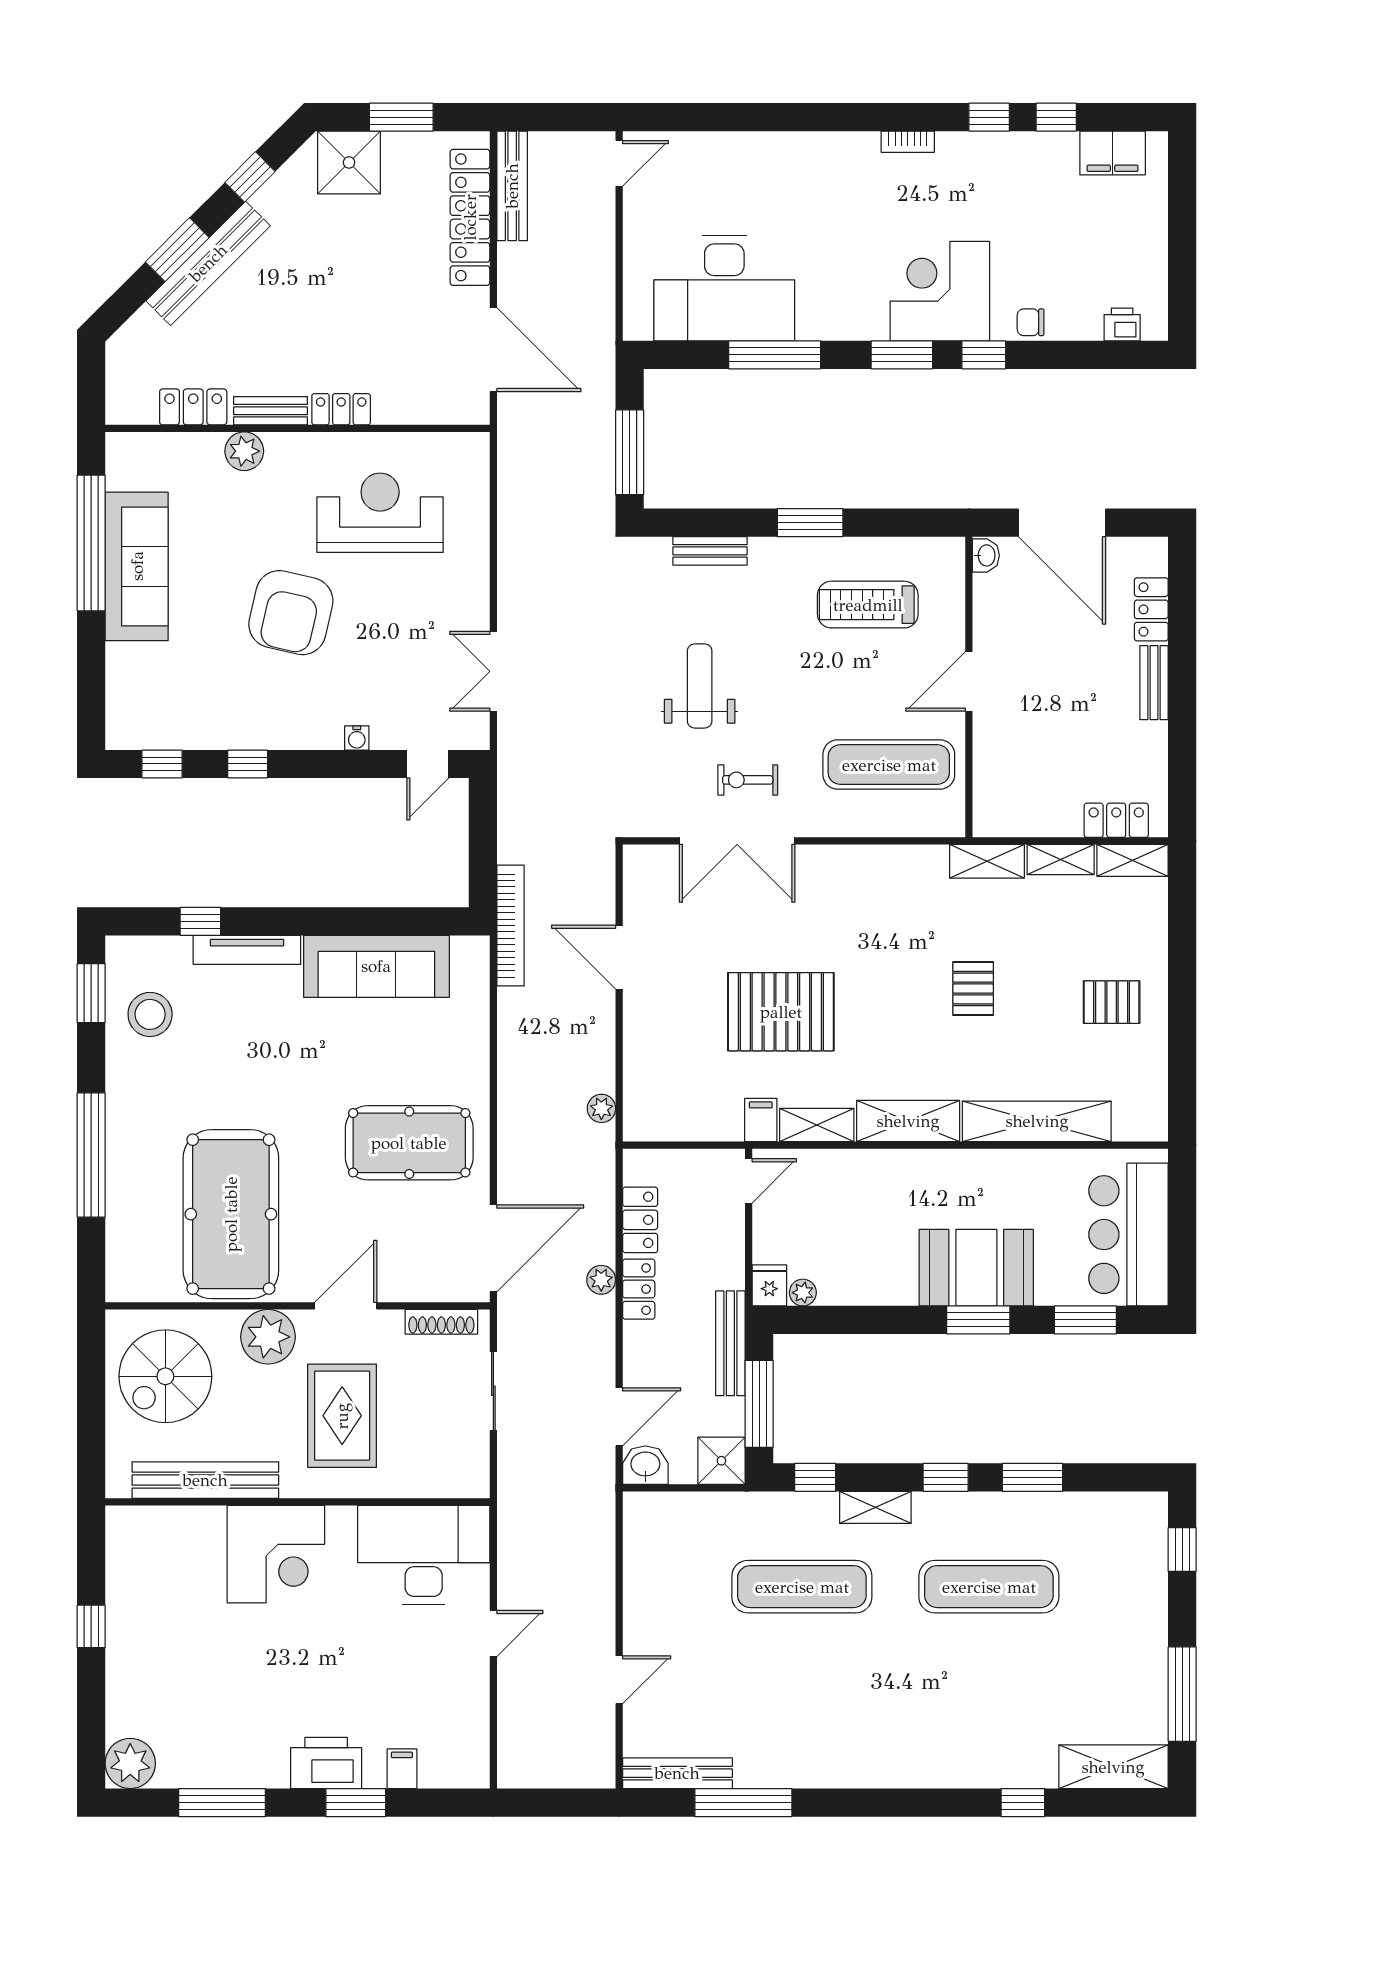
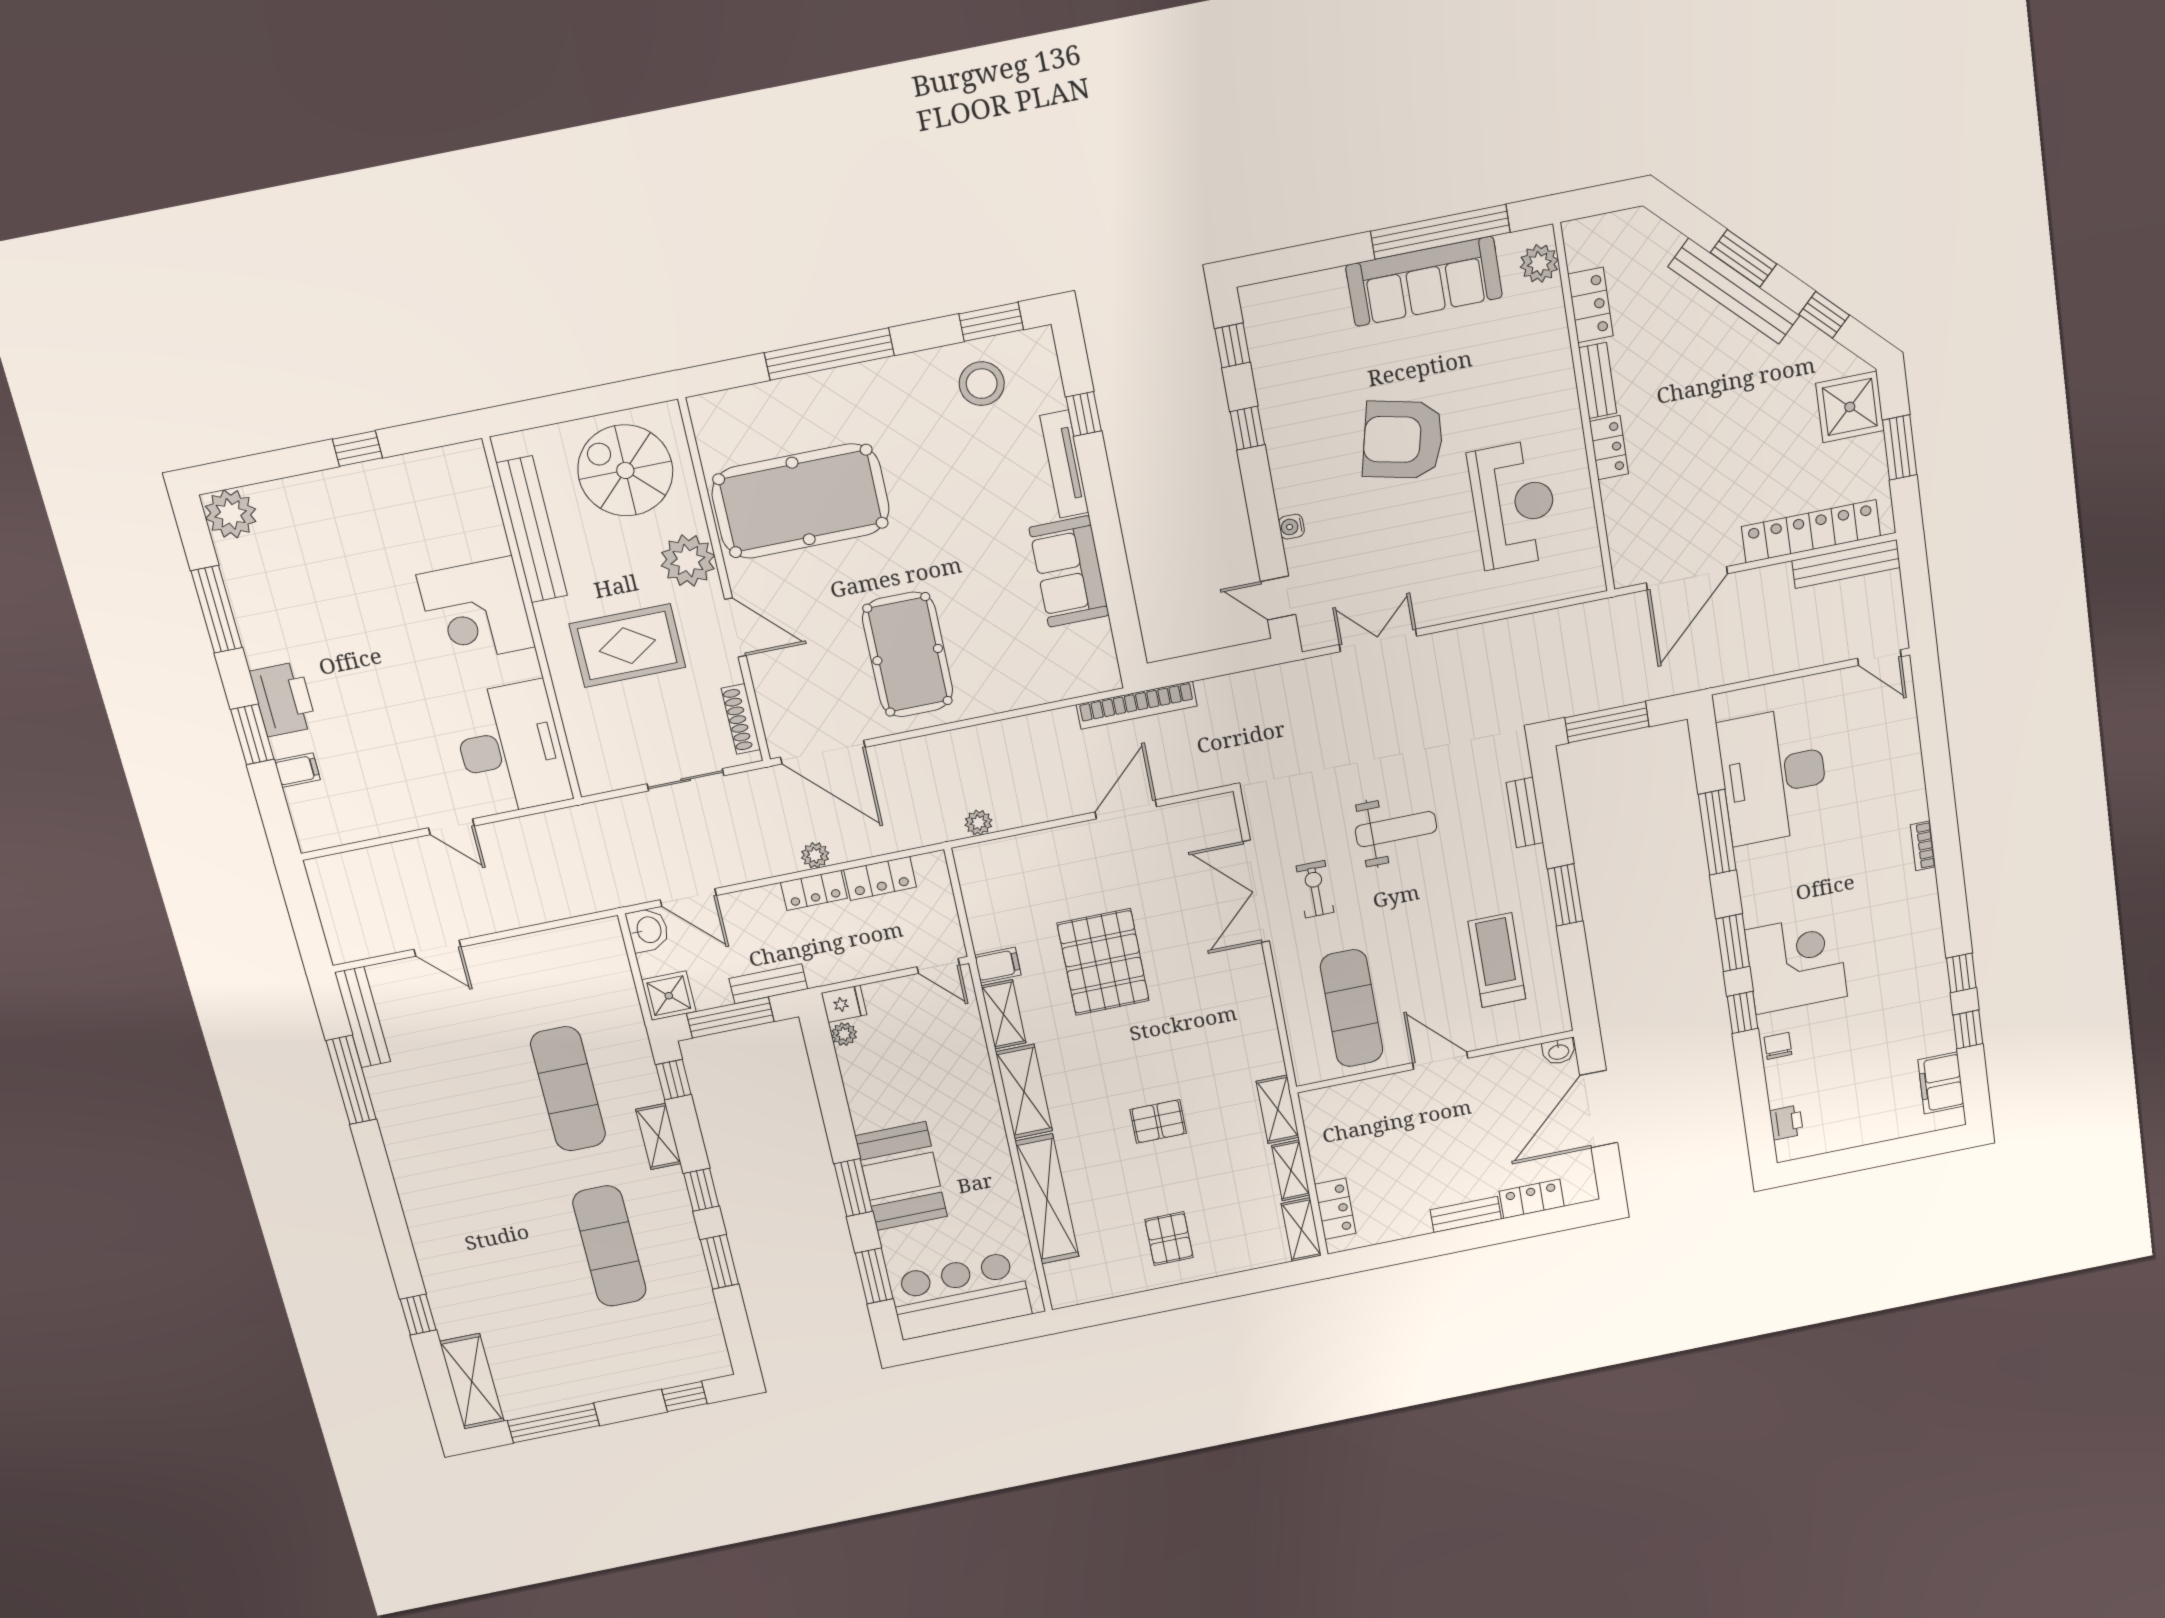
bookcase: (908, 142) -> (1923, 846), moved
plant: (244, 451) -> (1539, 263), moved
sofa: (376, 966) -> (1069, 572), width x0.73
bench: (730, 1343) -> (768, 984), width x0.73

